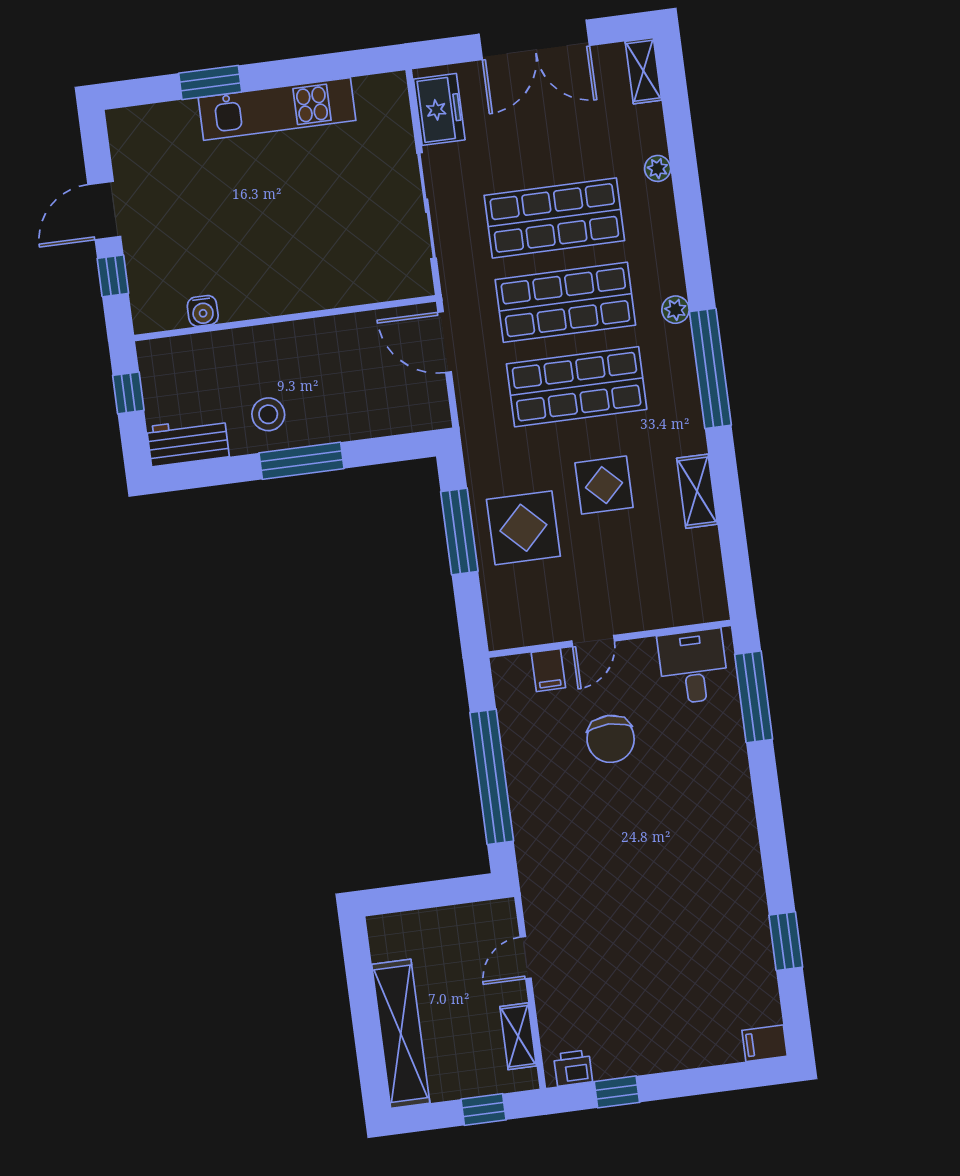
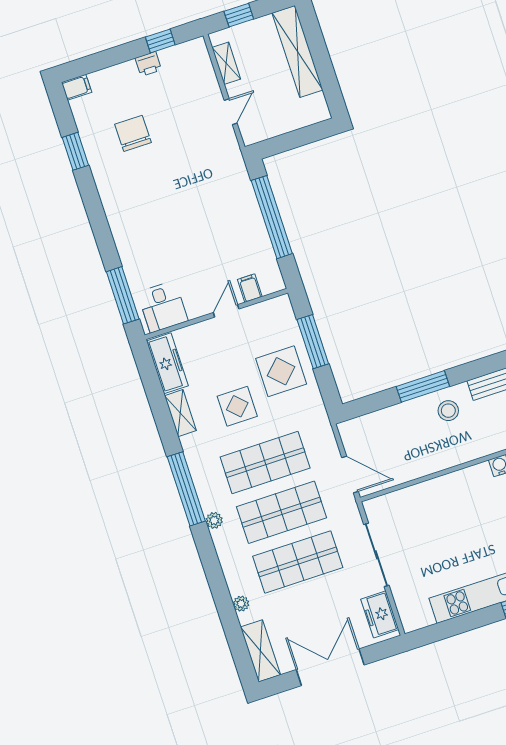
shelving: (643, 71) -> (261, 651), width x1.50, depth x1.33
window: (459, 531) -> (313, 342), moved
freezer: (703, 575) -> (167, 363), added
chair: (611, 739) -> (133, 133), moved
printer: (573, 1068) -> (148, 64), moved

